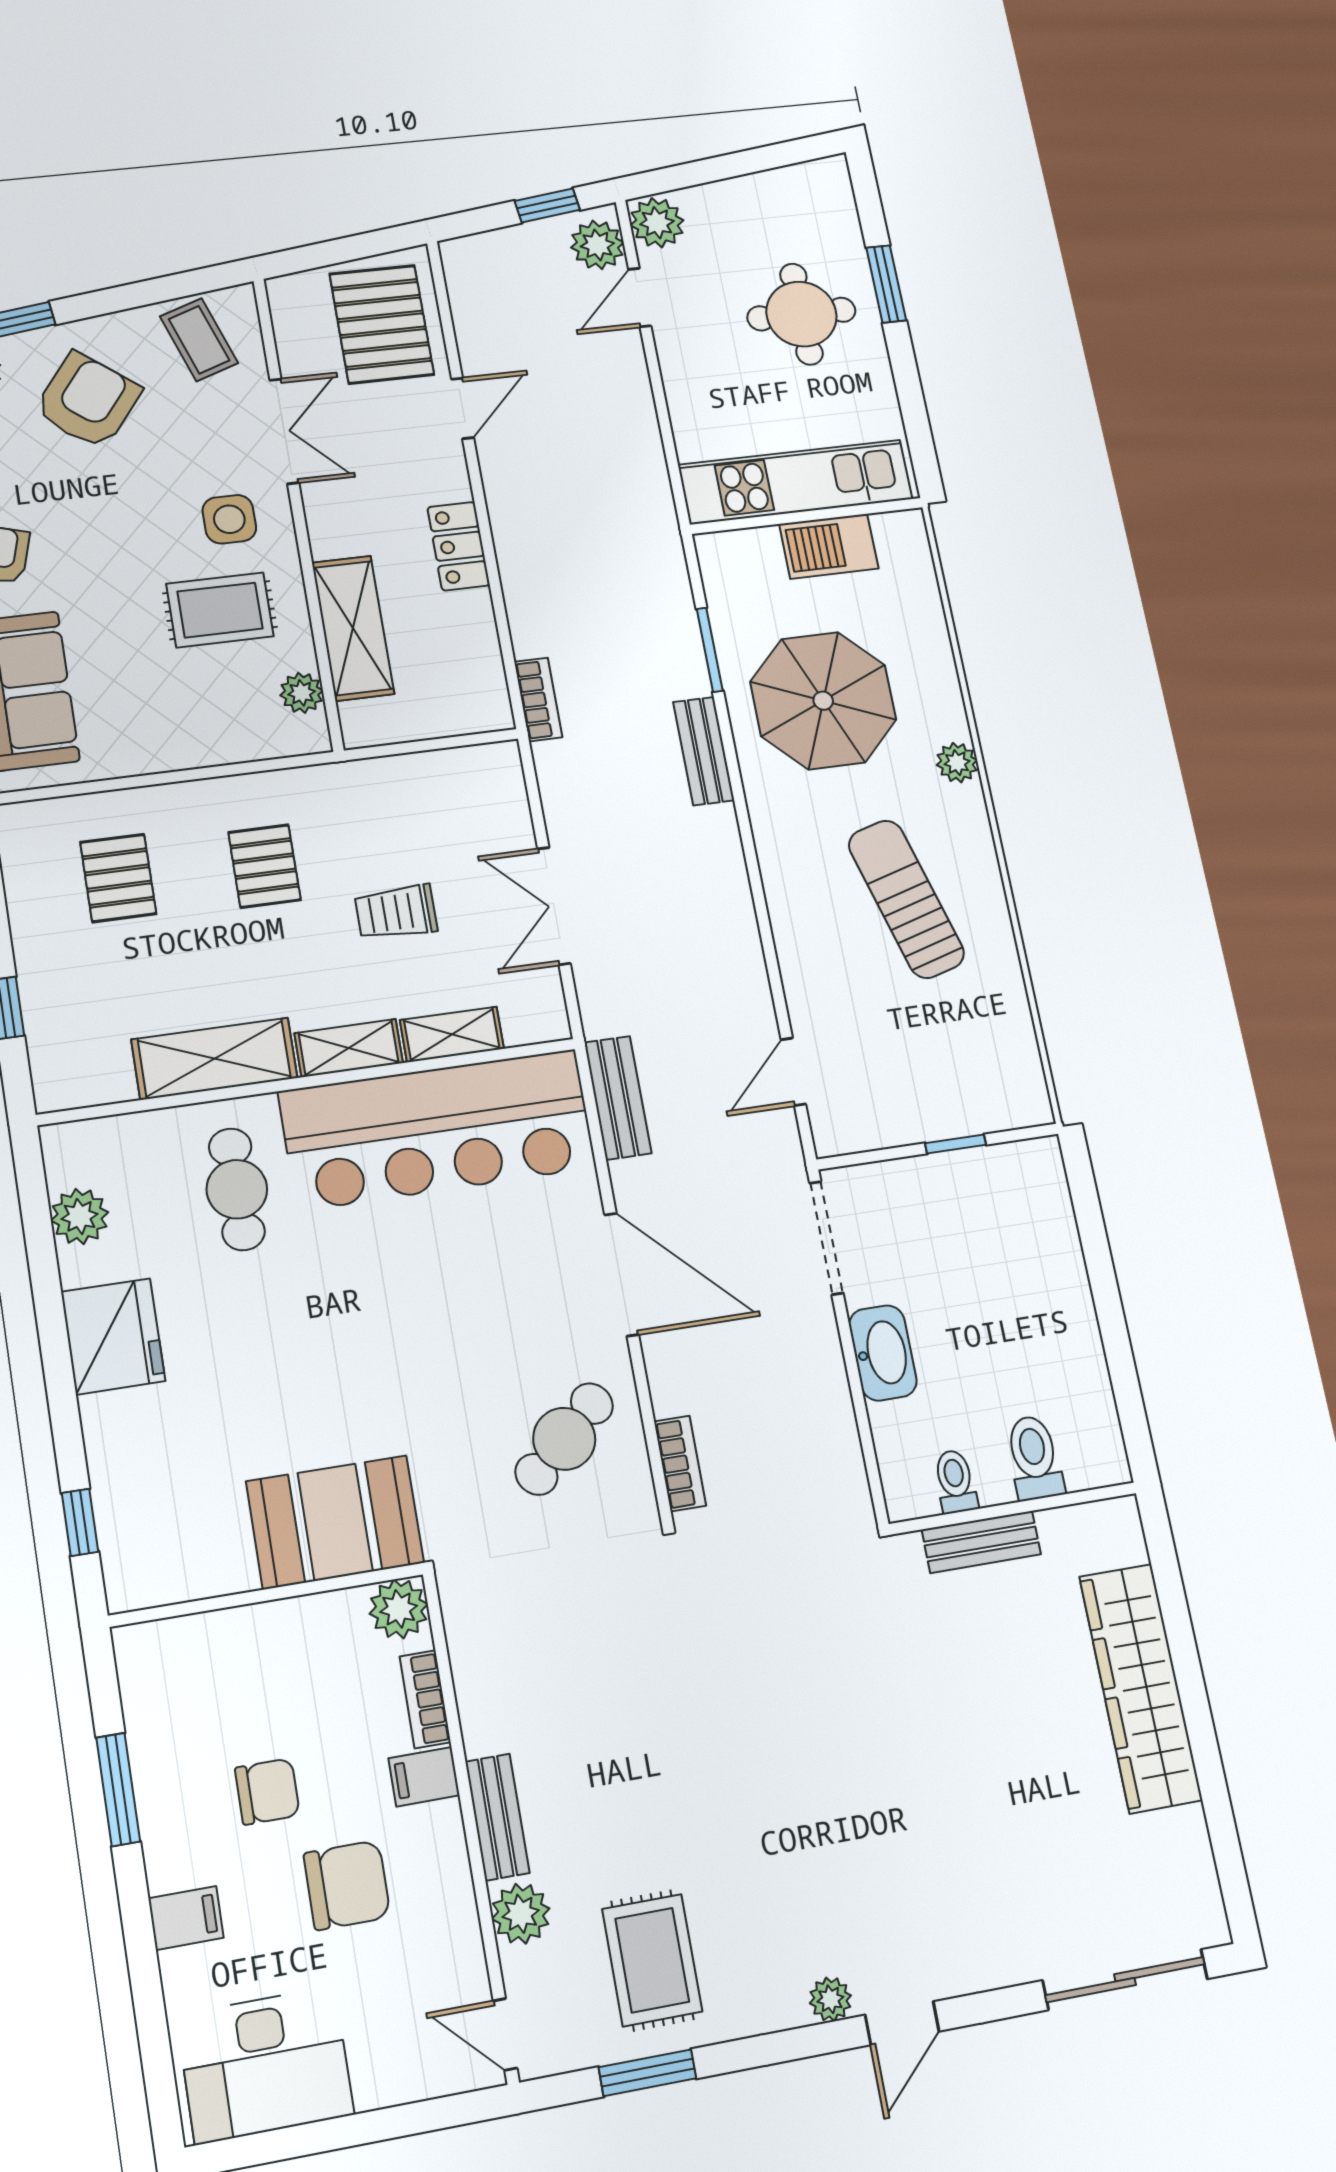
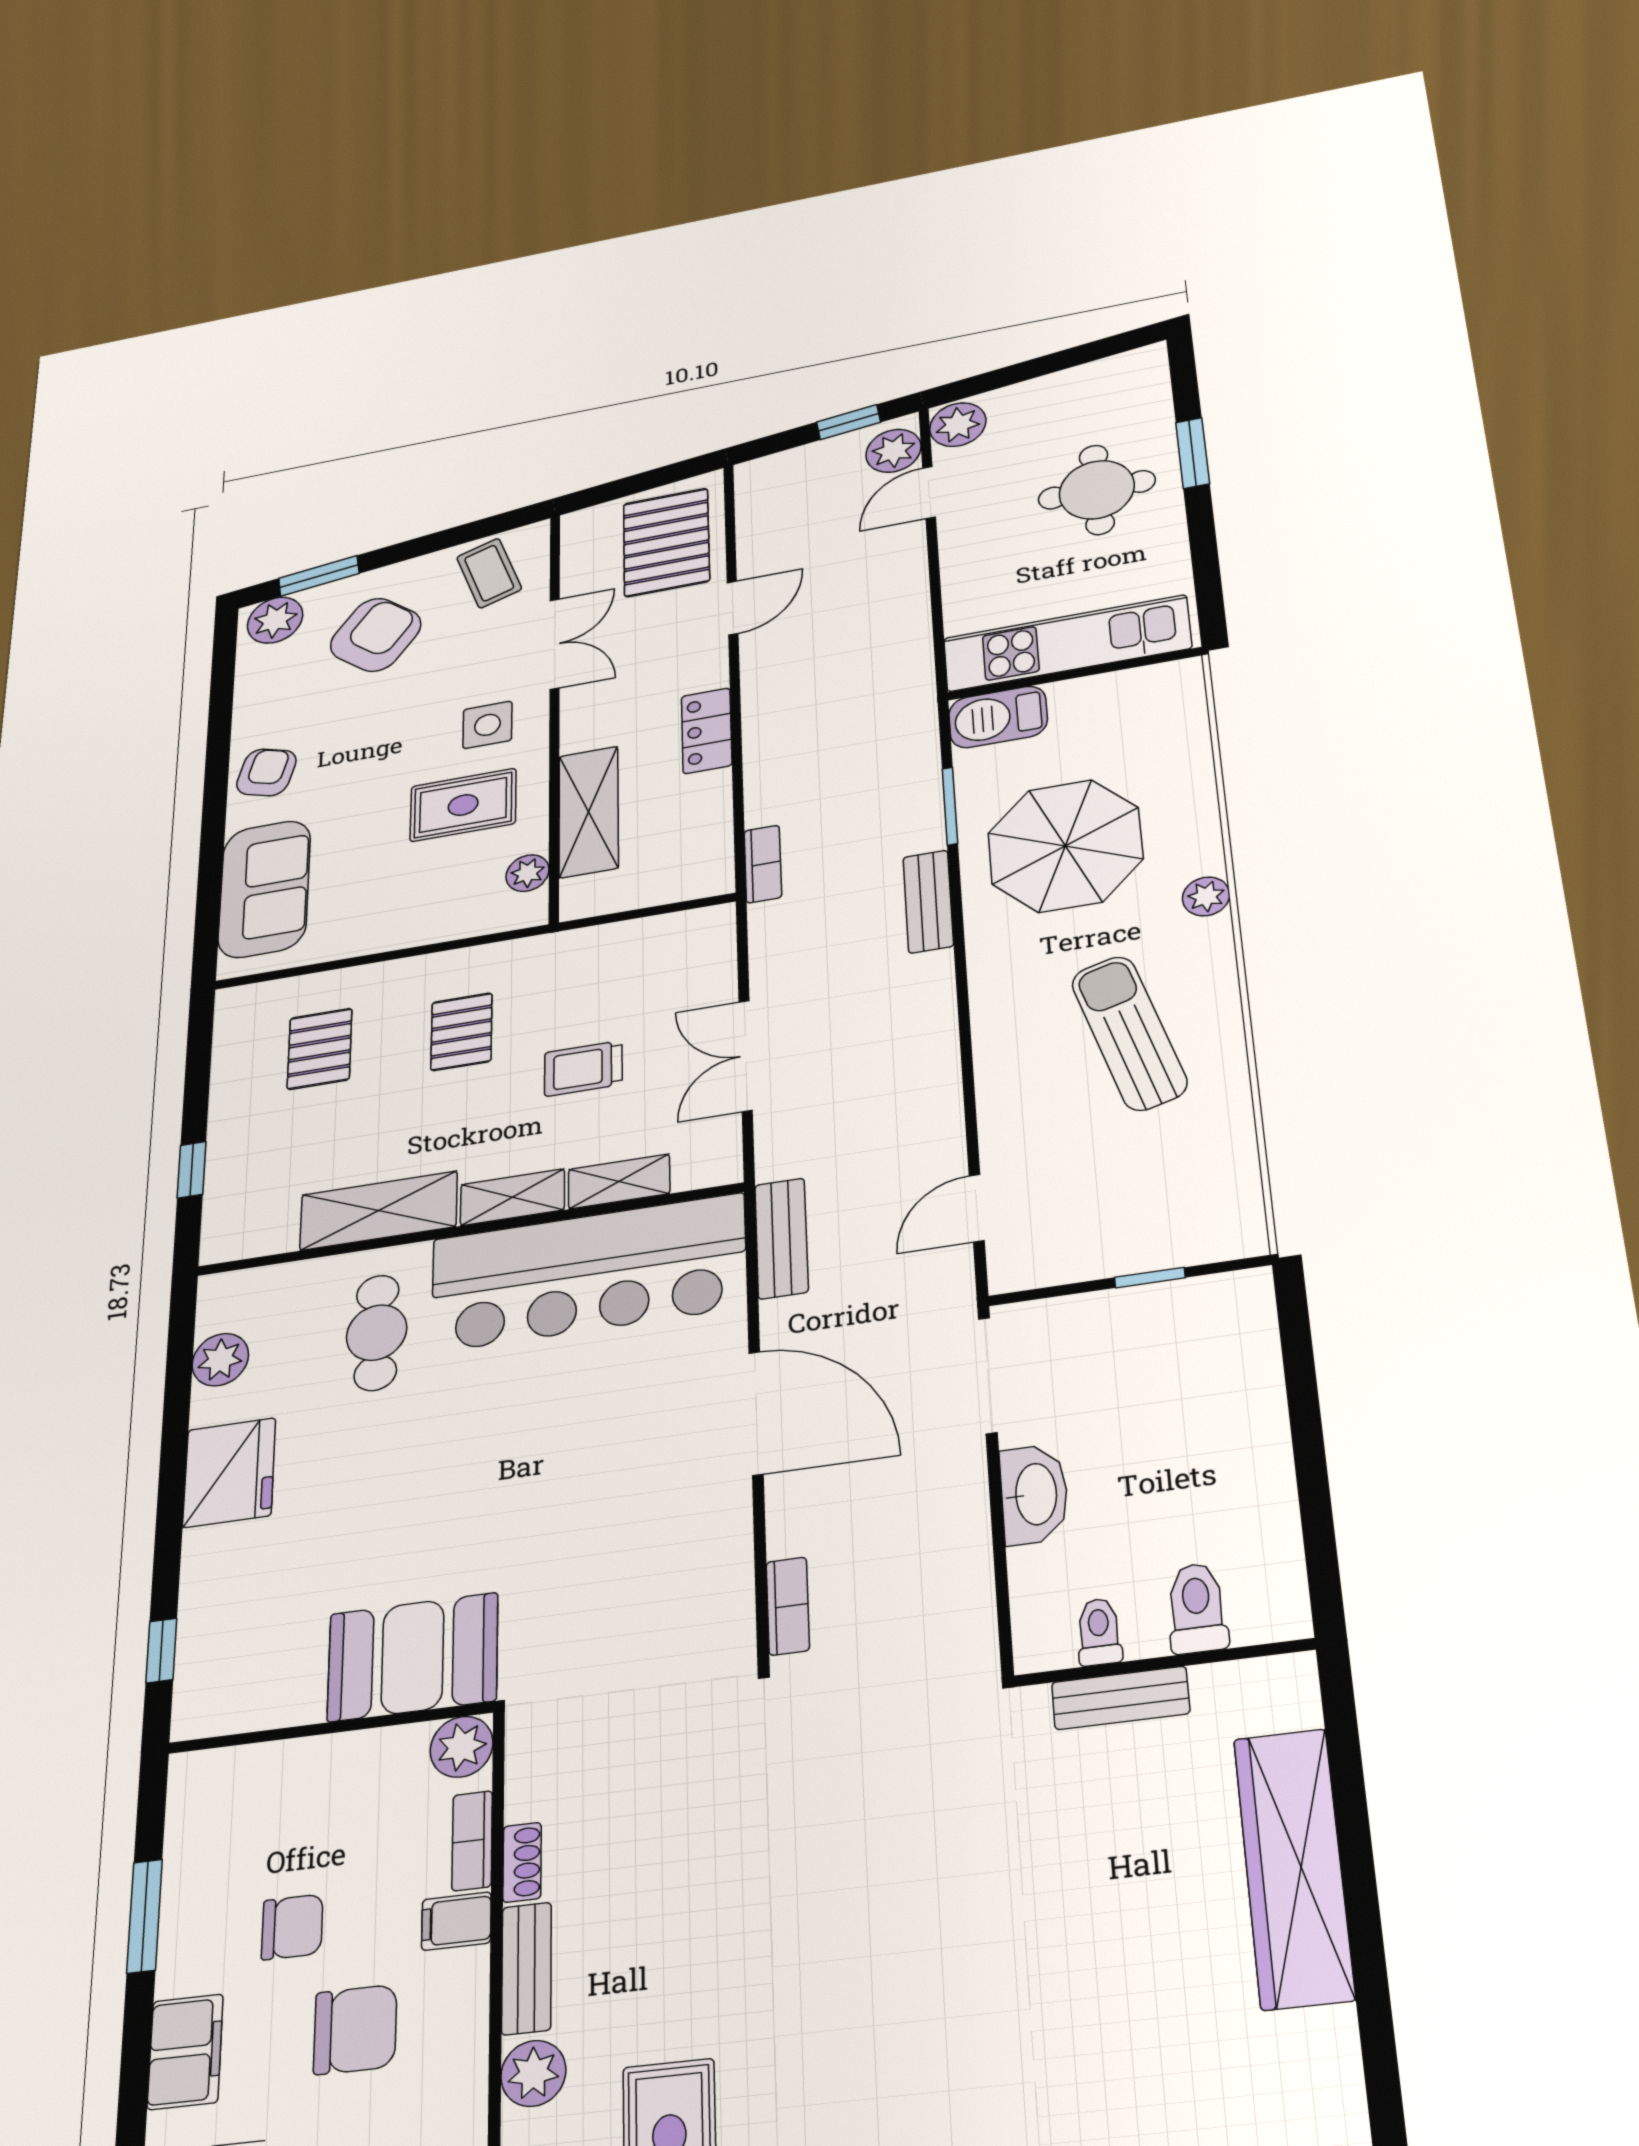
barbecue: (829, 546) -> (998, 717), moved
cafe table: (564, 1439) -> (666, 1578), removed
shoe rack: (476, 1718) -> (522, 1862), added
filing cabinet: (186, 1918) -> (185, 2052), width x2.00

